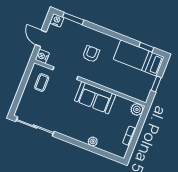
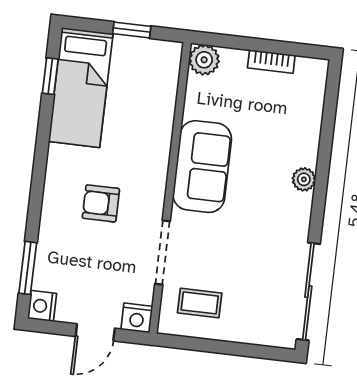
plant: (93, 141) -> (304, 179), moved

